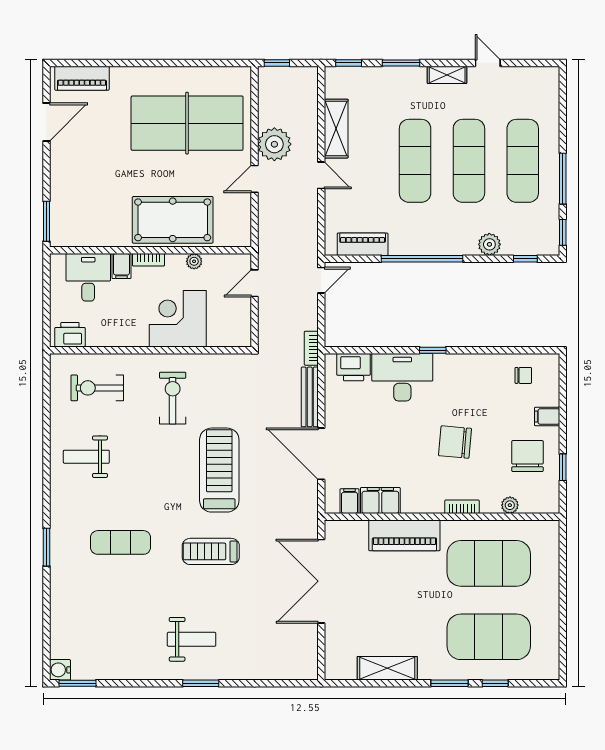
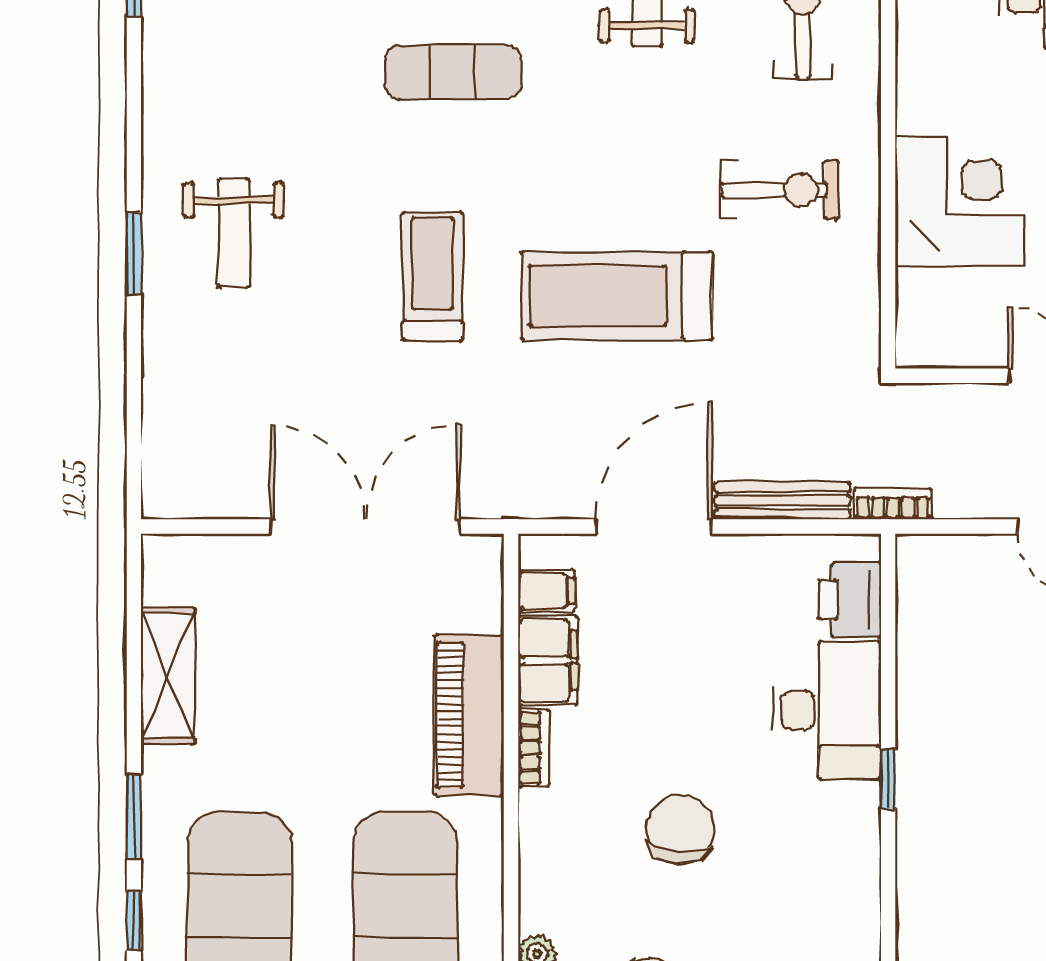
treadmill: (219, 470) -> (617, 296), turned 180
bookcase: (462, 507) -> (534, 748), moved
exercise mat: (121, 542) -> (453, 72), turned 90

